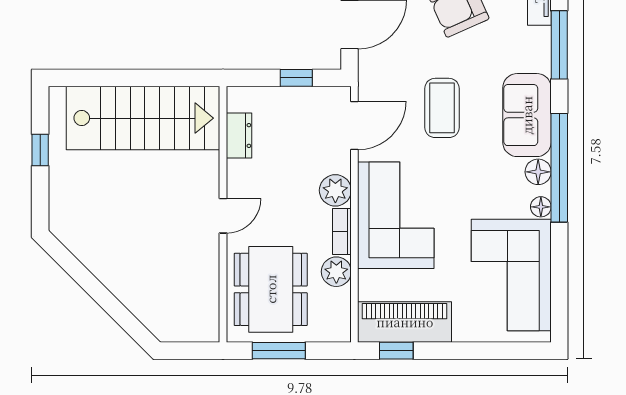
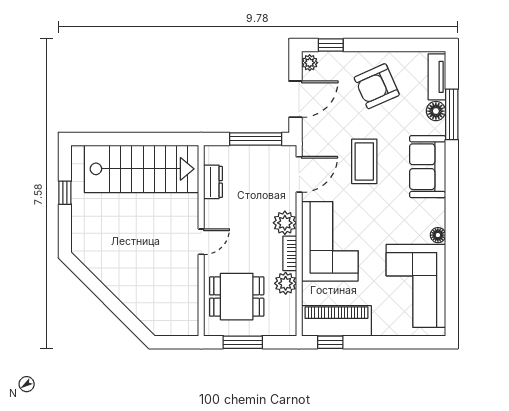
window: (296, 78) -> (256, 139), width x2.17
window: (559, 168) -> (452, 206), removed
floor lamp: (538, 172) -> (436, 111), moved
dining table: (271, 289) -> (237, 297), width x0.73

